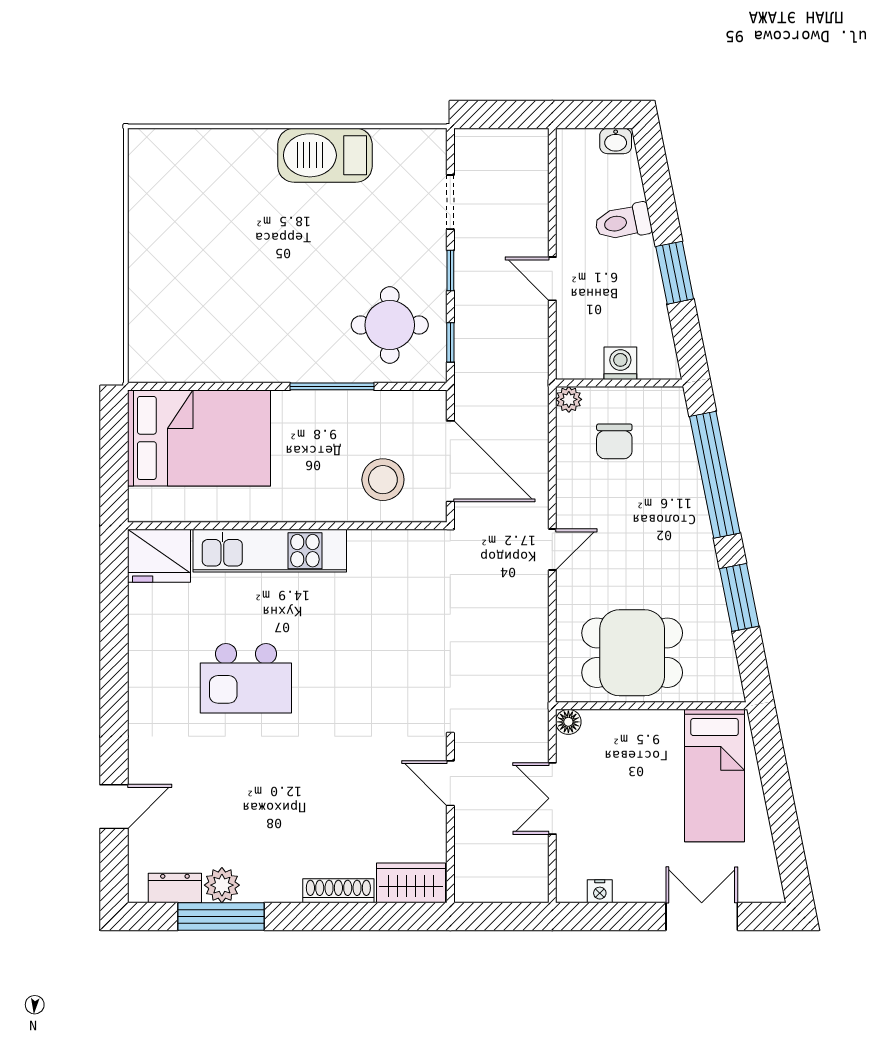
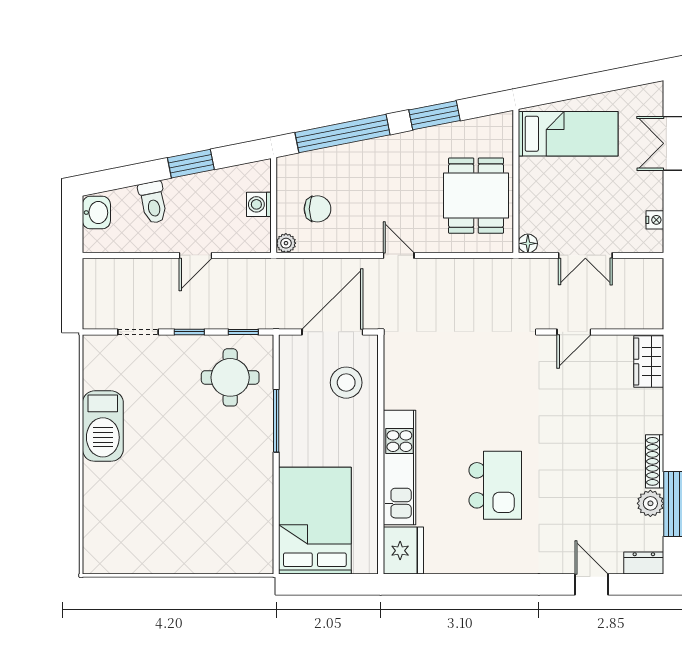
washbasin: (616, 141) -> (96, 213), width x1.38, depth x1.45
dresser: (175, 888) -> (644, 563), moved, turned 90
shoe rack: (338, 891) -> (655, 461), moved

